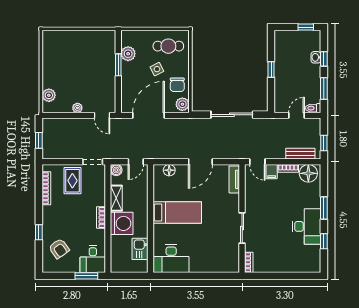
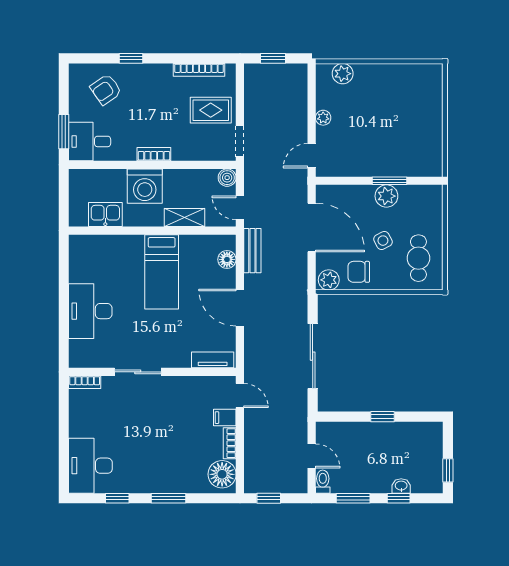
plant: (128, 54) -> (386, 196), moved
bench: (300, 154) -> (252, 251), moved
door: (257, 162) -> (240, 396), swing flipped
shelving: (116, 198) -> (185, 217), moved
desk: (307, 226) -> (90, 466), moved, turned 90
desk: (171, 259) -> (90, 311), moved

